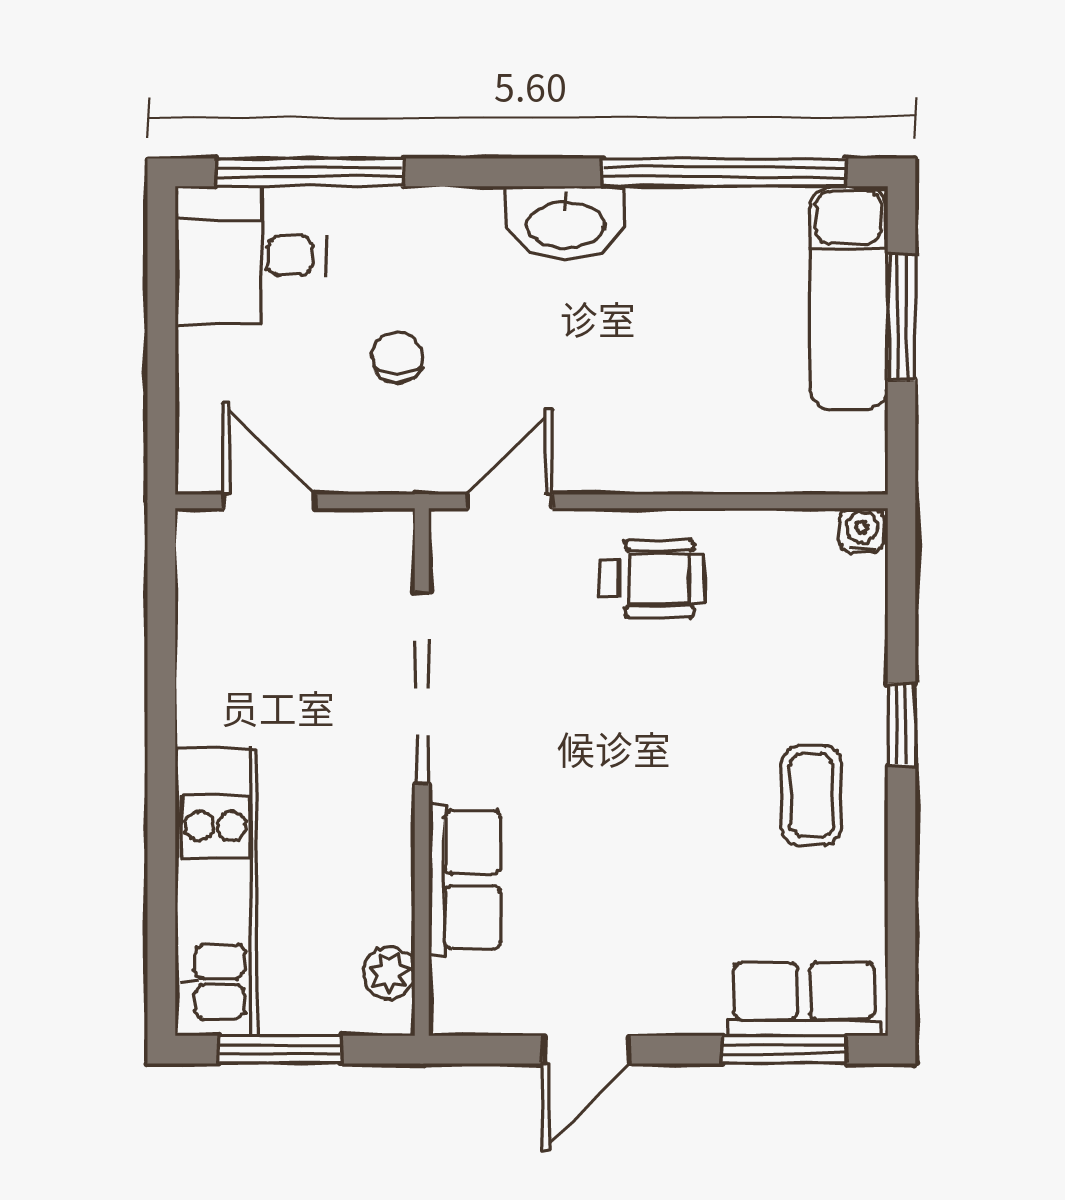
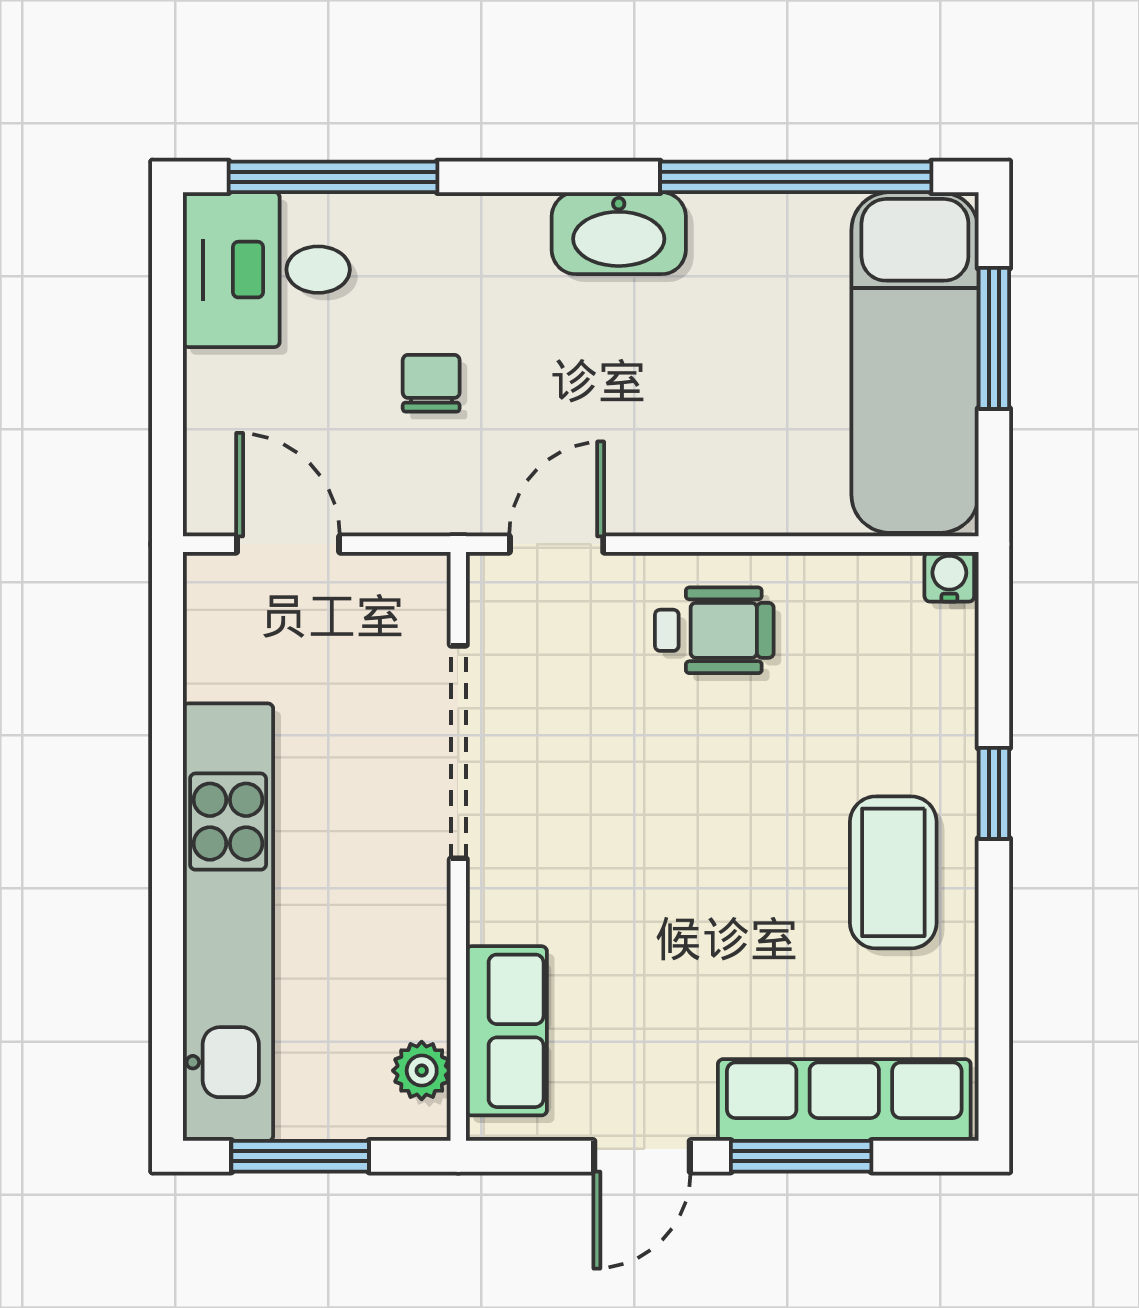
exam couch: (849, 298) -> (915, 362), width x1.36, depth x1.45
coffee table: (811, 795) -> (893, 872), width x1.36, depth x1.30
row of seats: (465, 880) -> (506, 1031), moved
kitchen unit: (216, 892) -> (228, 922), width x1.36
row of seats: (804, 999) -> (844, 1100), width x1.48
window: (784, 1050) -> (801, 1156), moved

